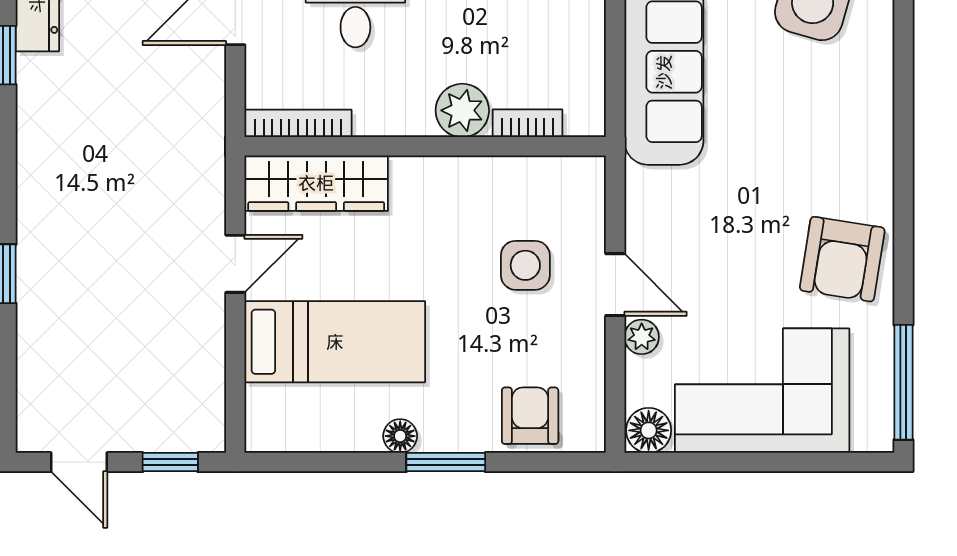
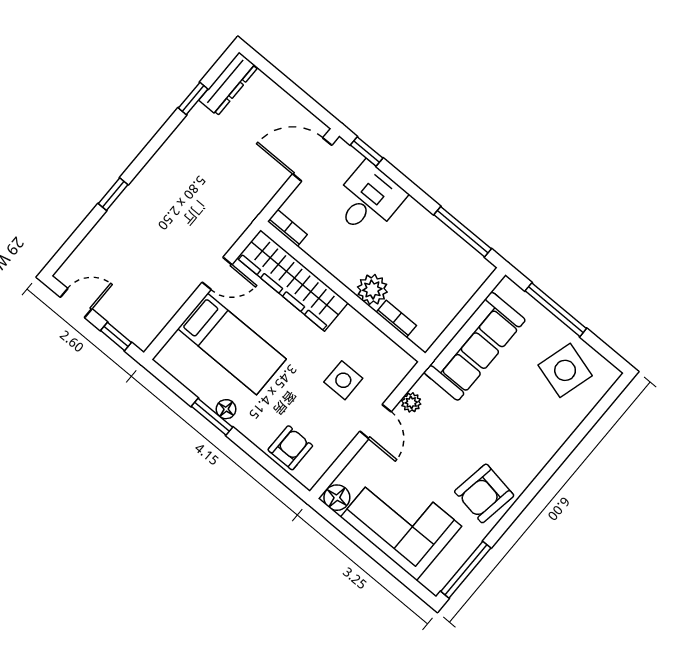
bookcase: (298, 123) -> (287, 228), width x0.64
wardrobe: (316, 183) -> (293, 280), width x1.40, depth x1.17
plant: (642, 337) -> (411, 402), moved
door: (79, 462) -> (76, 303), swing flipped
window: (446, 462) -> (212, 417), moved

